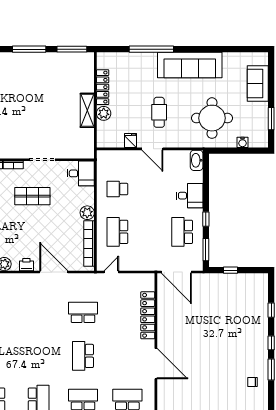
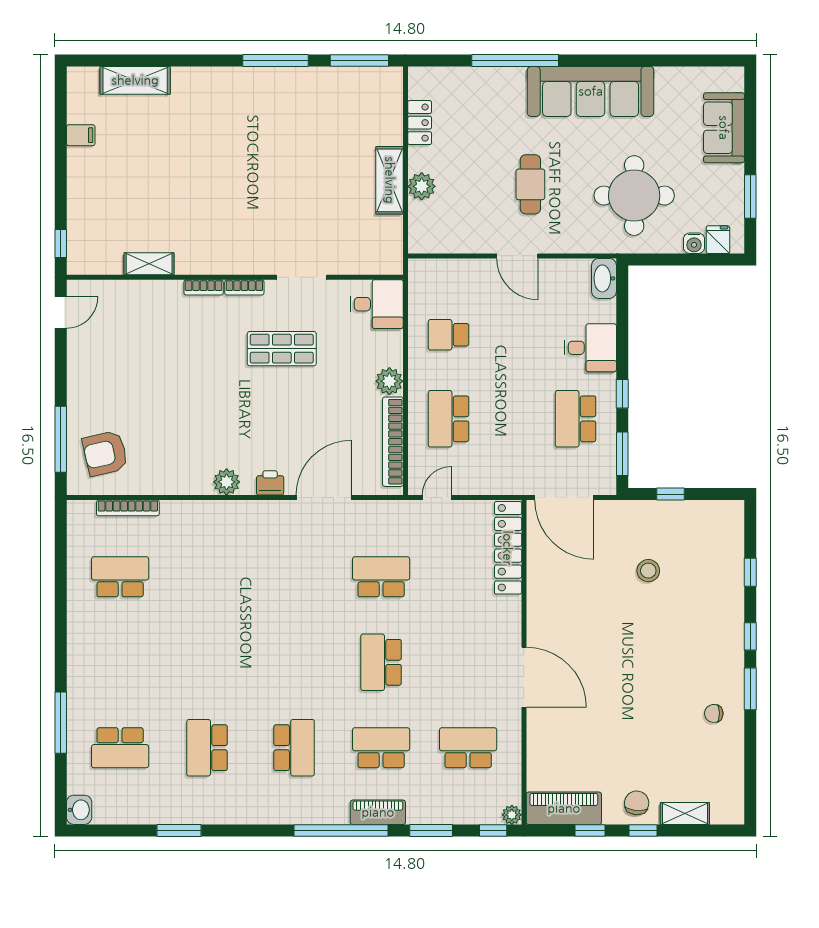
locker: (103, 87) -> (420, 123), width x0.66
fridge: (131, 141) -> (718, 240), moved
door: (54, 272) -> (324, 498), hinge flipped
stool: (219, 309) -> (648, 571), added
locker: (148, 315) -> (508, 548), moved

